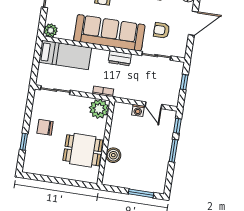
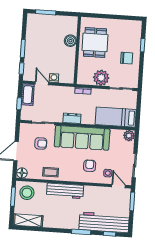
cot: (173, 93) -> (28, 95), added
plant: (99, 109) -> (101, 78), moved
dining table: (83, 150) -> (95, 42), turned 90

